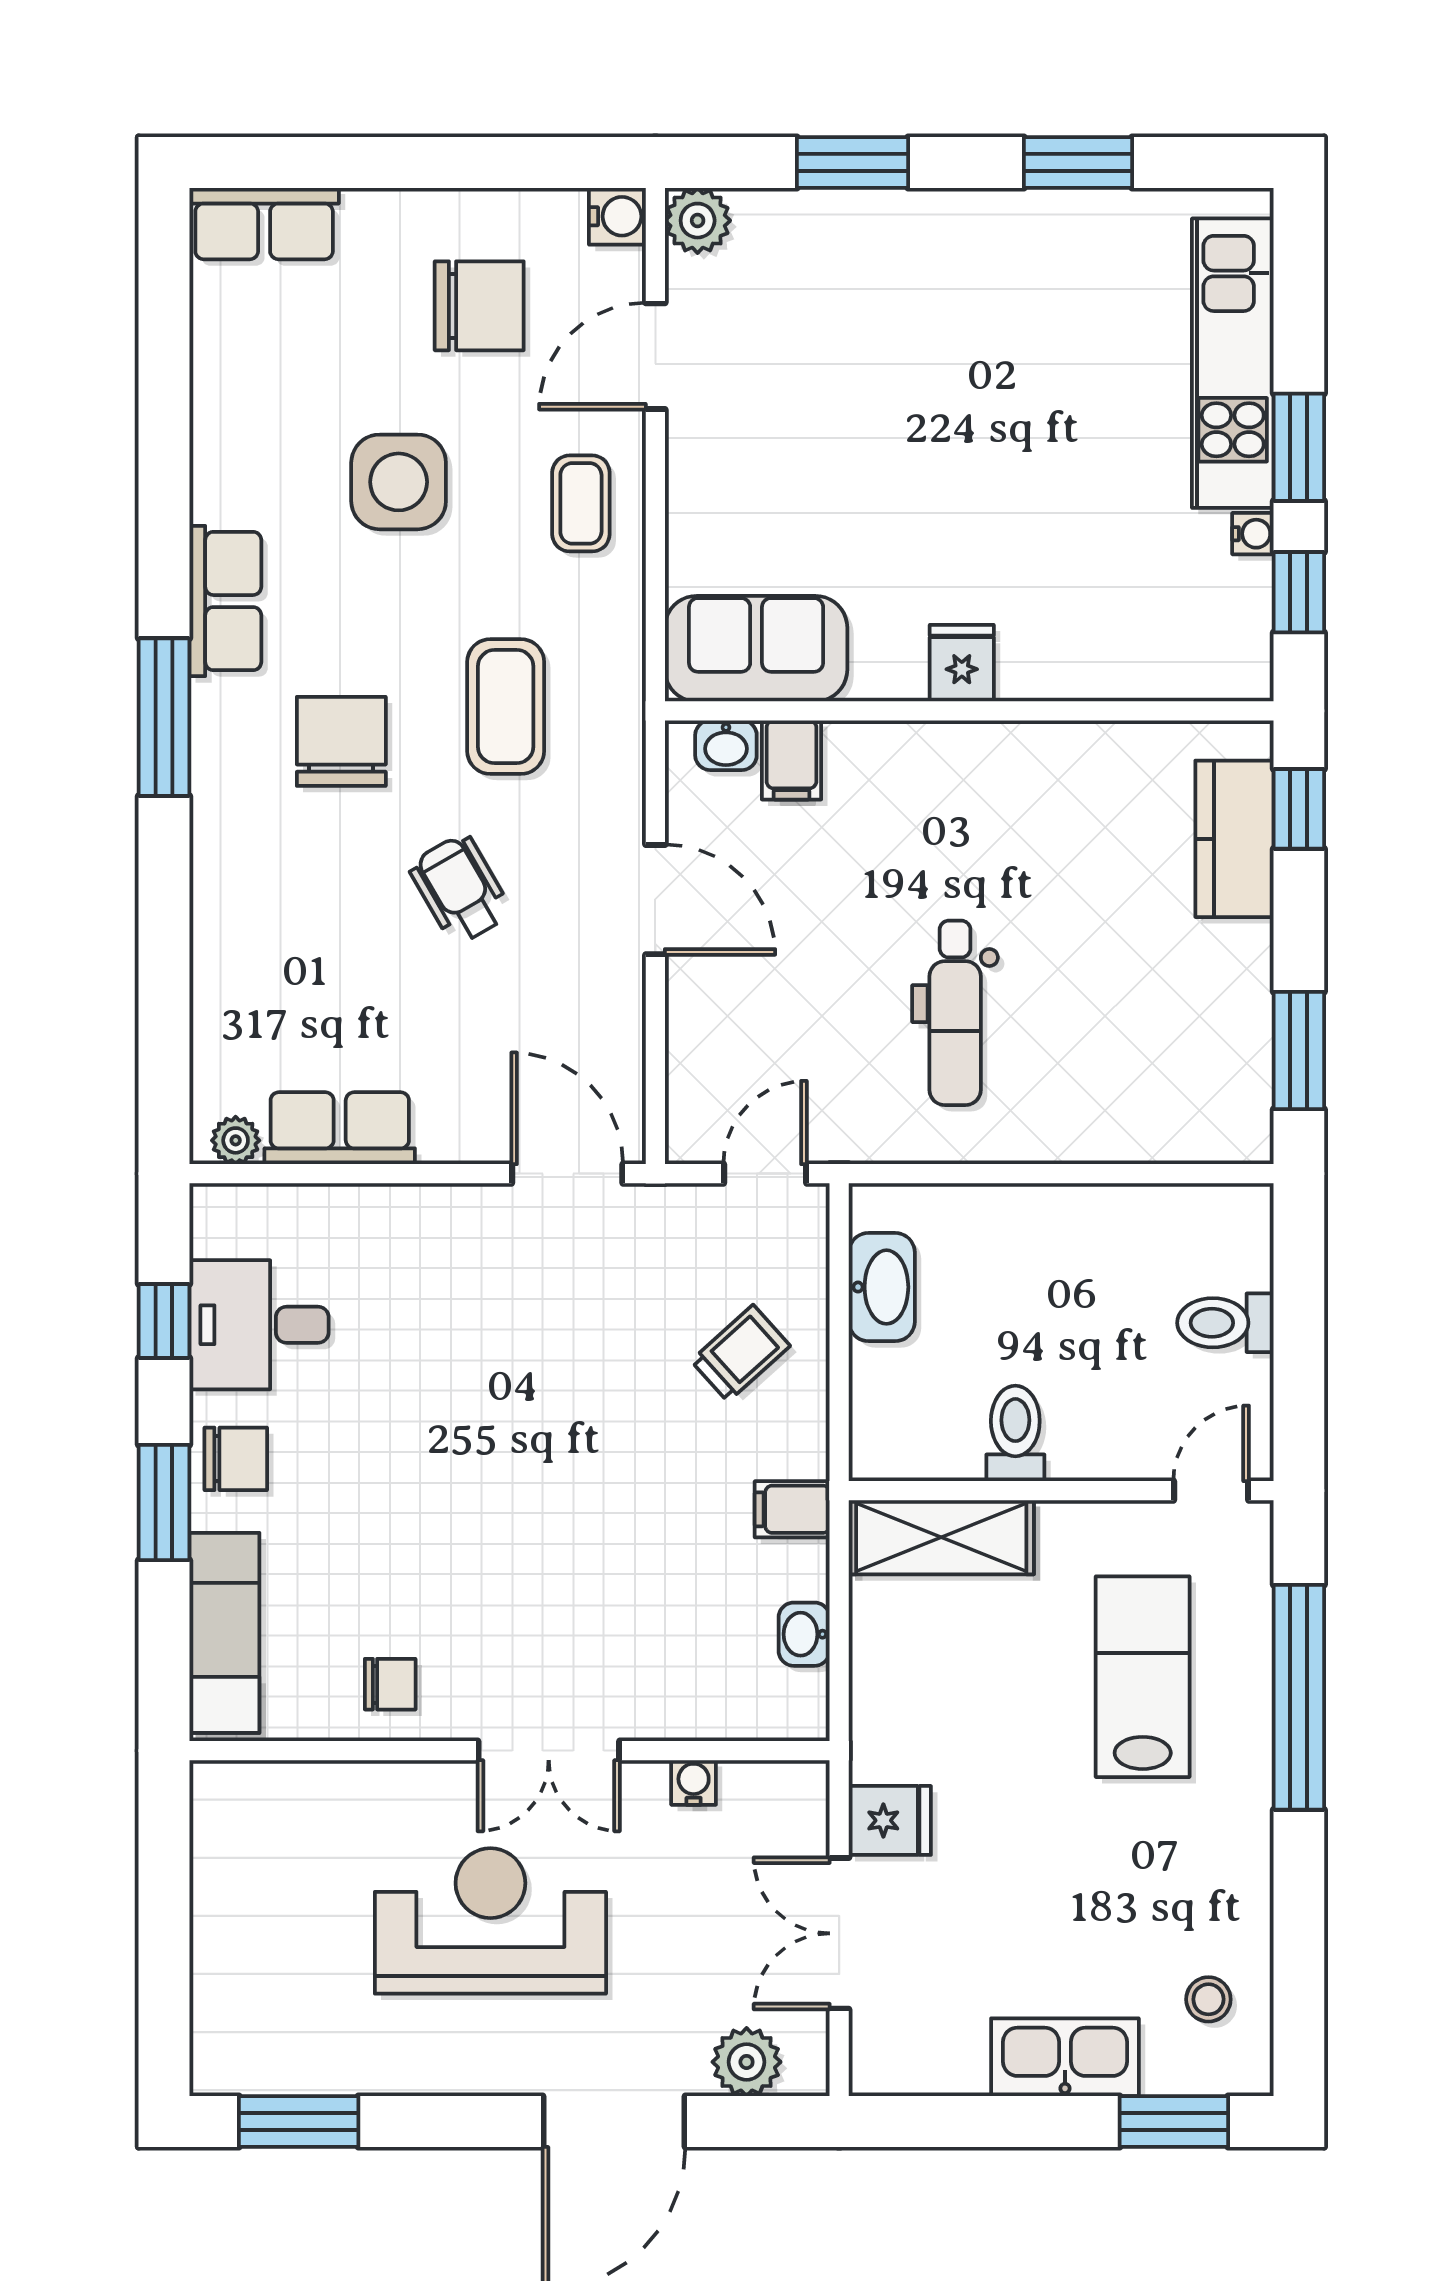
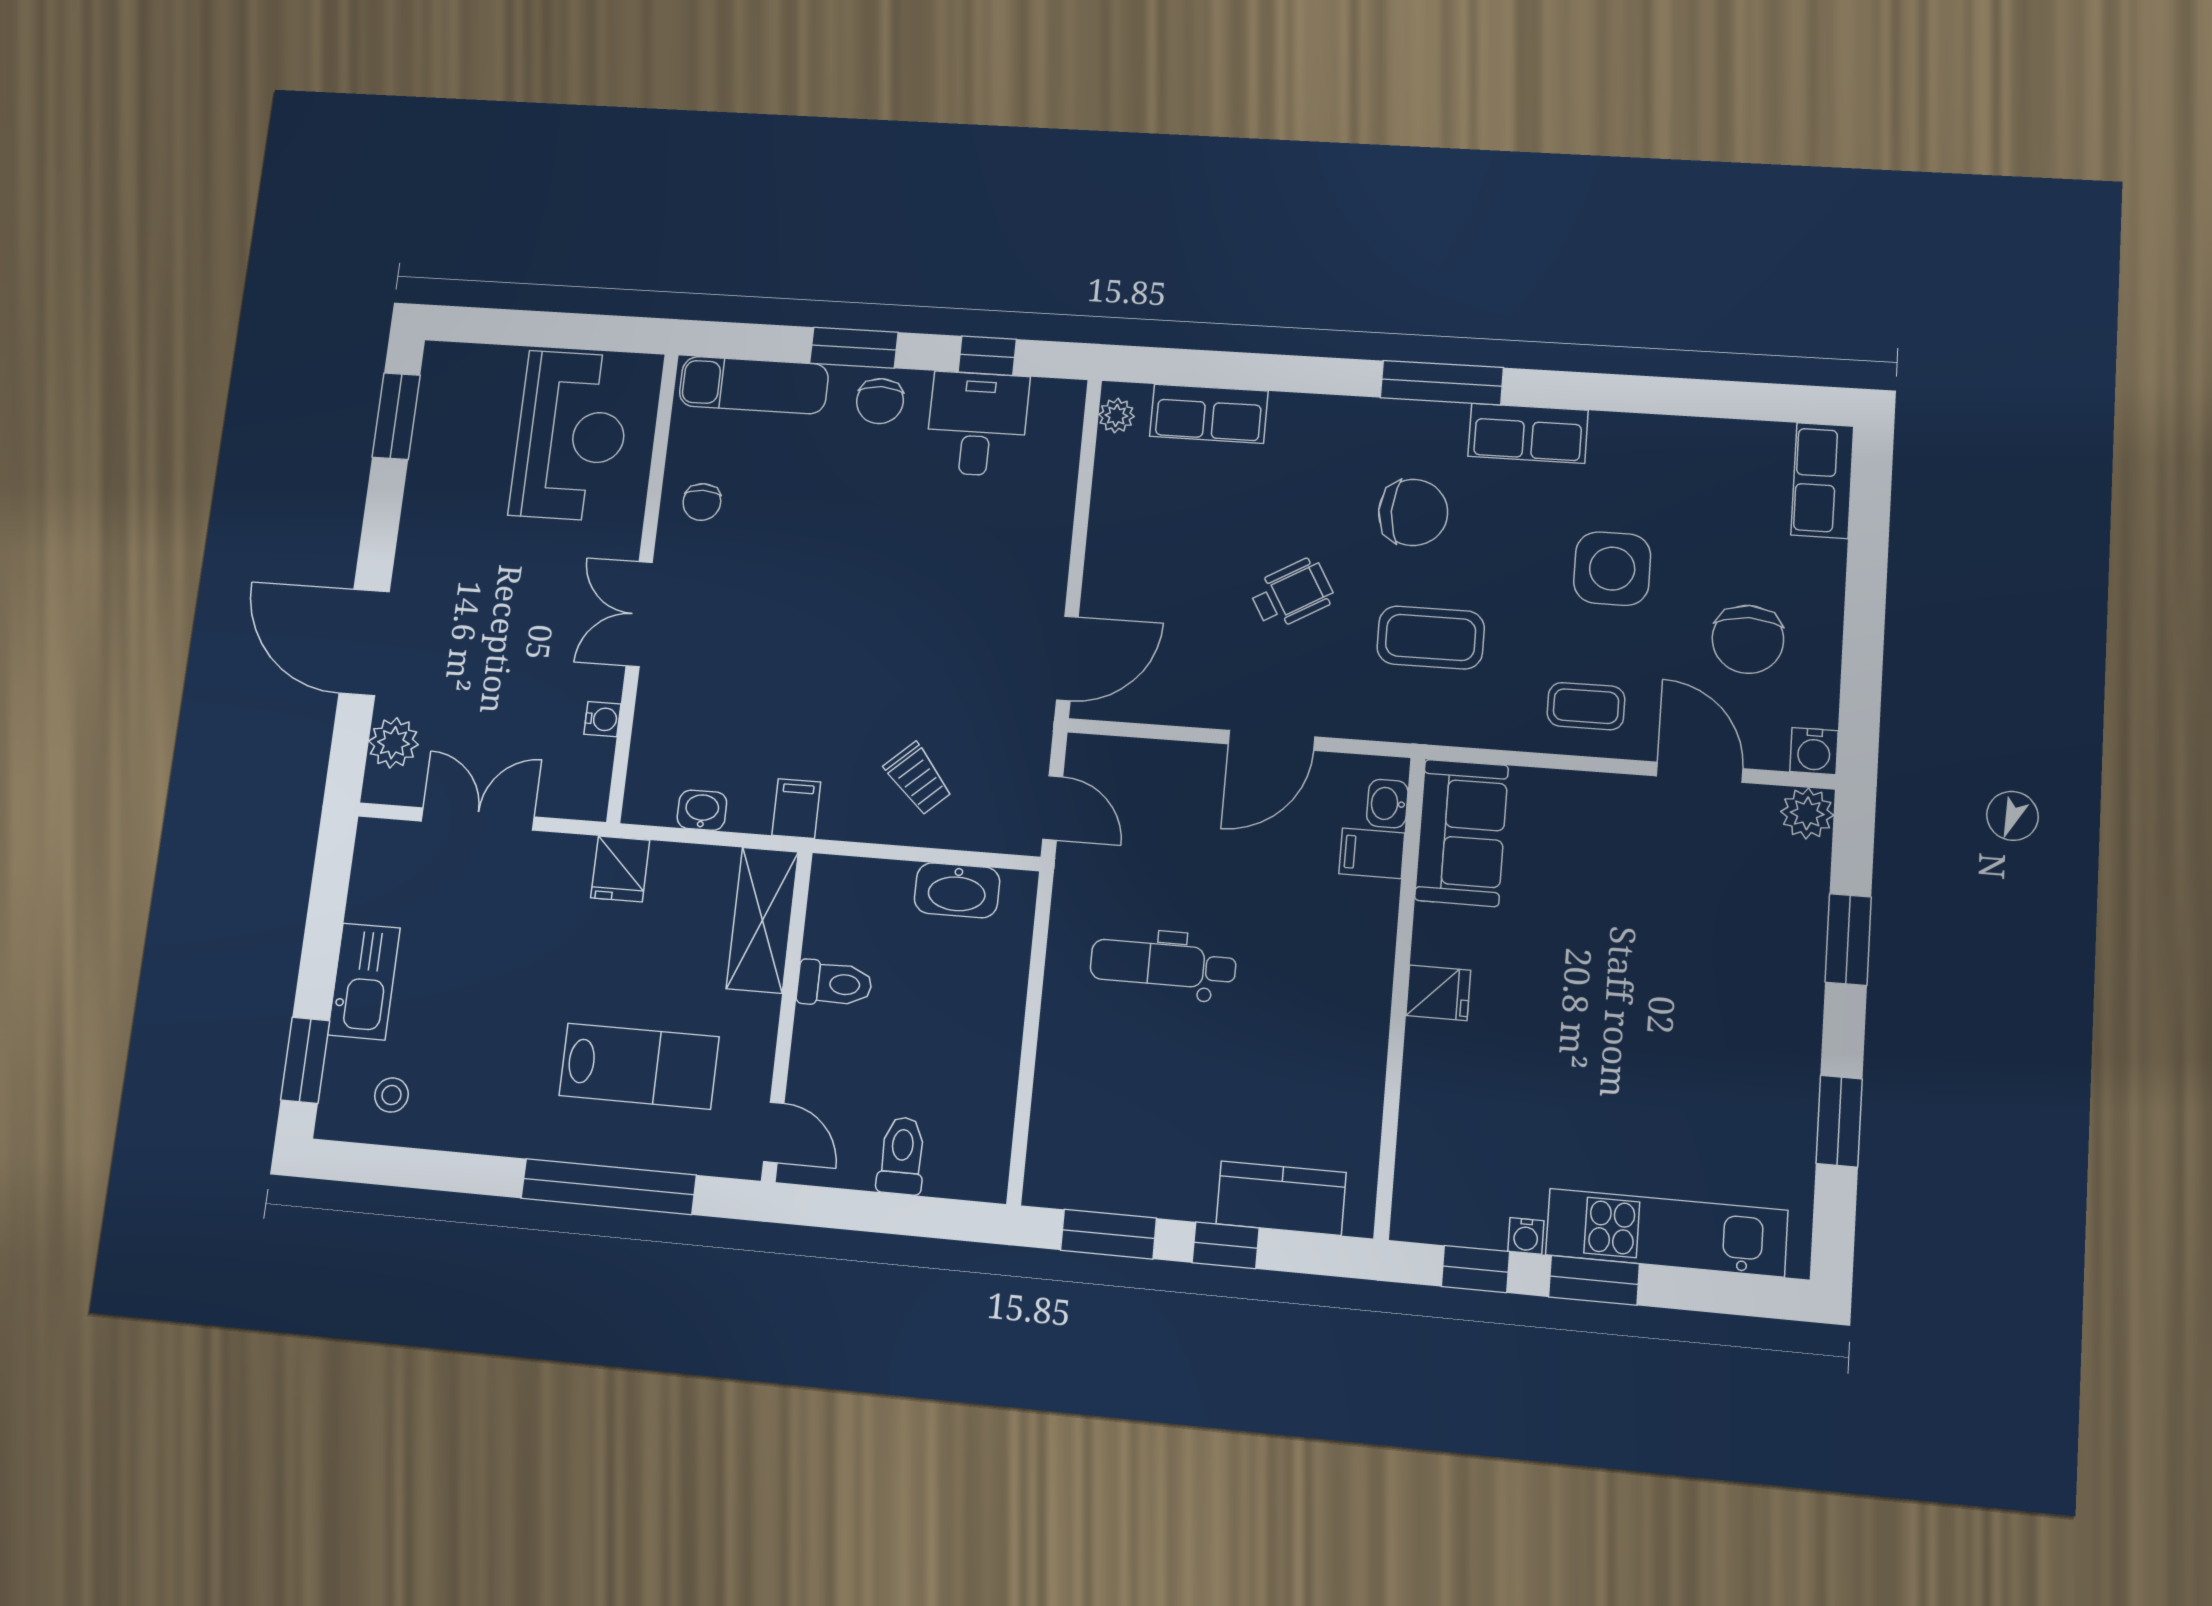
window: (1299, 809) -> (1226, 1245), moved
row of seats: (340, 1128) -> (1209, 414), moved, turned 90
fridge: (890, 1820) -> (620, 869), moved
reception desk: (490, 1921) -> (571, 436), moved

